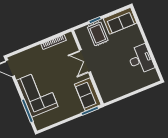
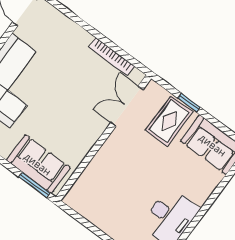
double door: (85, 61) -> (127, 106), moved
sofa: (88, 94) -> (38, 164), moved, turned 90

